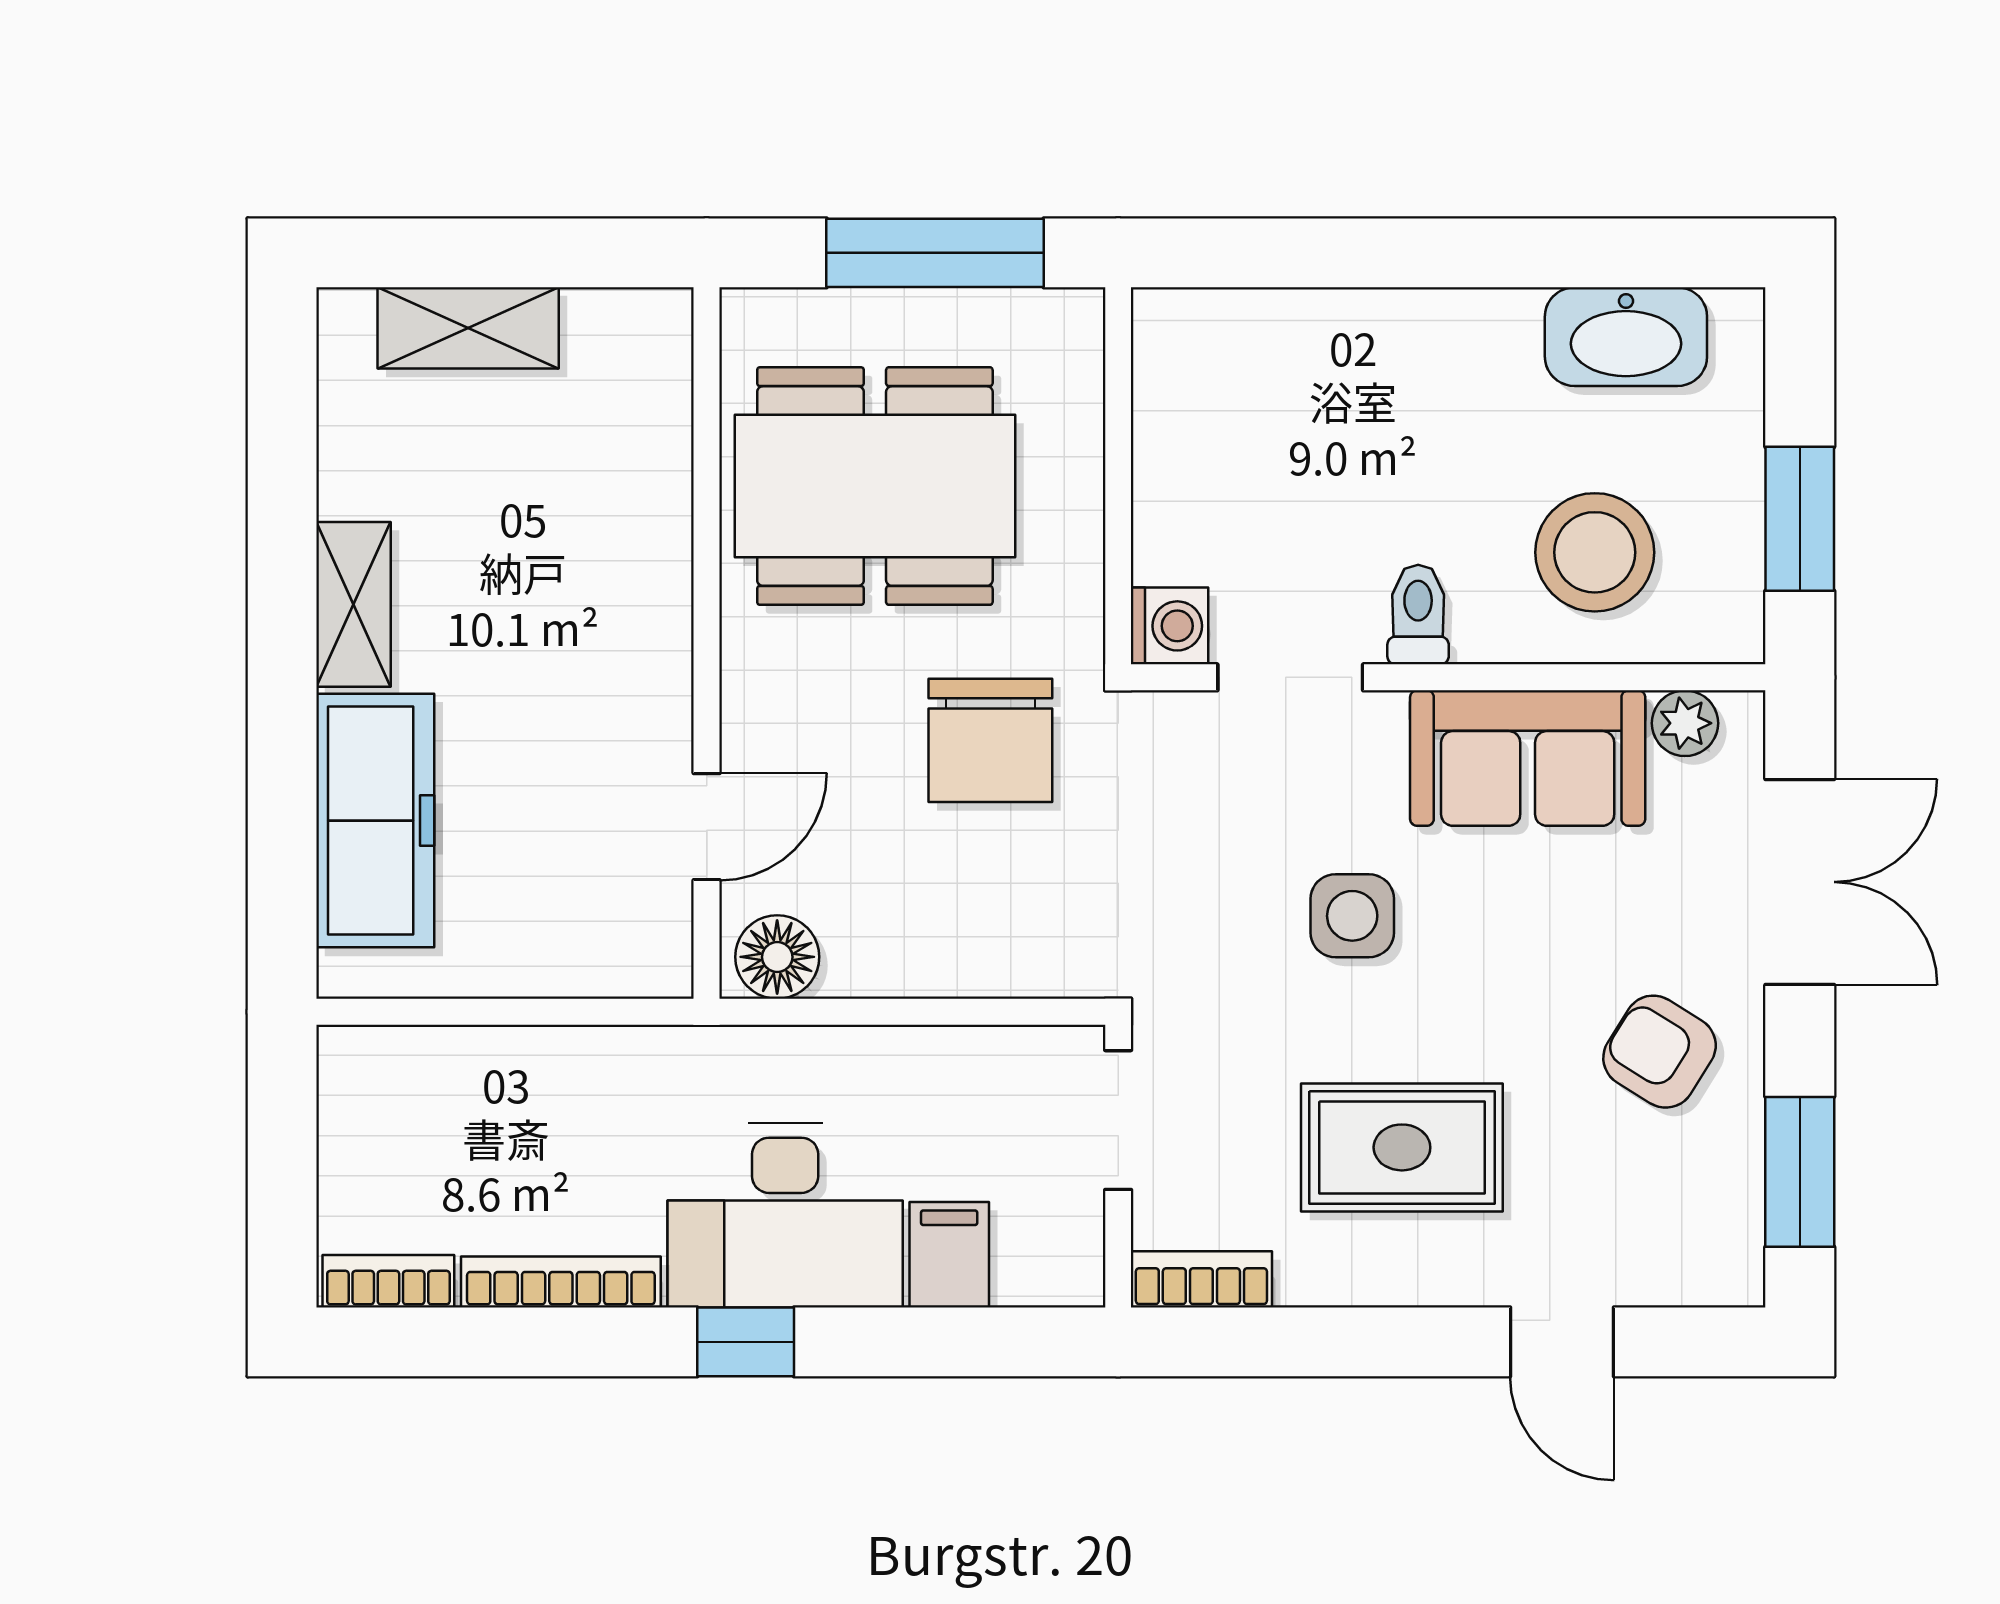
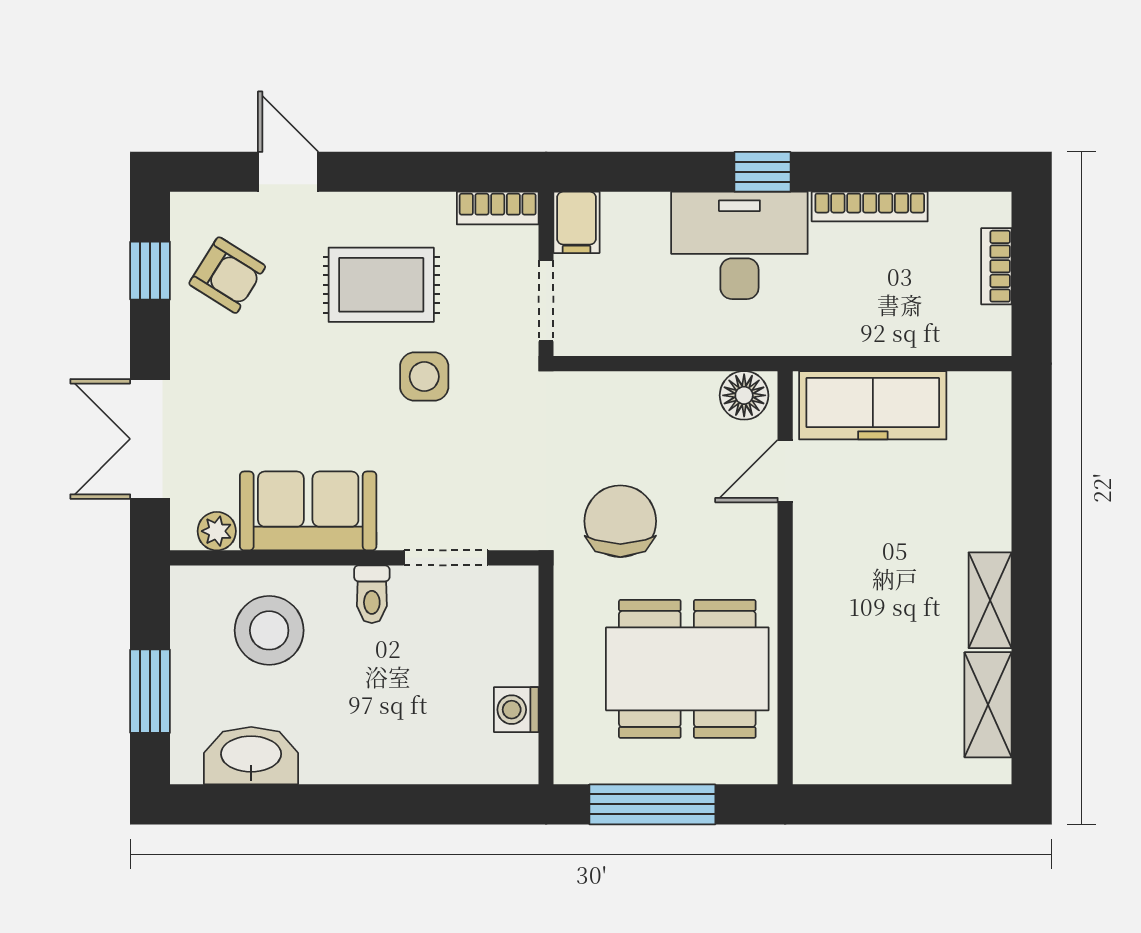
shelving: (468, 328) -> (988, 705), moved, turned 90
window: (1800, 519) -> (150, 691), moved
washing machine: (1170, 626) -> (516, 710), moved
freezer: (375, 821) -> (873, 405), moved, turned -90
side table: (1352, 916) -> (424, 377), moved
armchair: (1660, 1052) -> (227, 275), moved
window: (1800, 1172) -> (150, 271), width x0.67
filing cabinet: (949, 1255) -> (577, 222), moved
bookcase: (388, 1281) -> (996, 266), moved, turned 90

